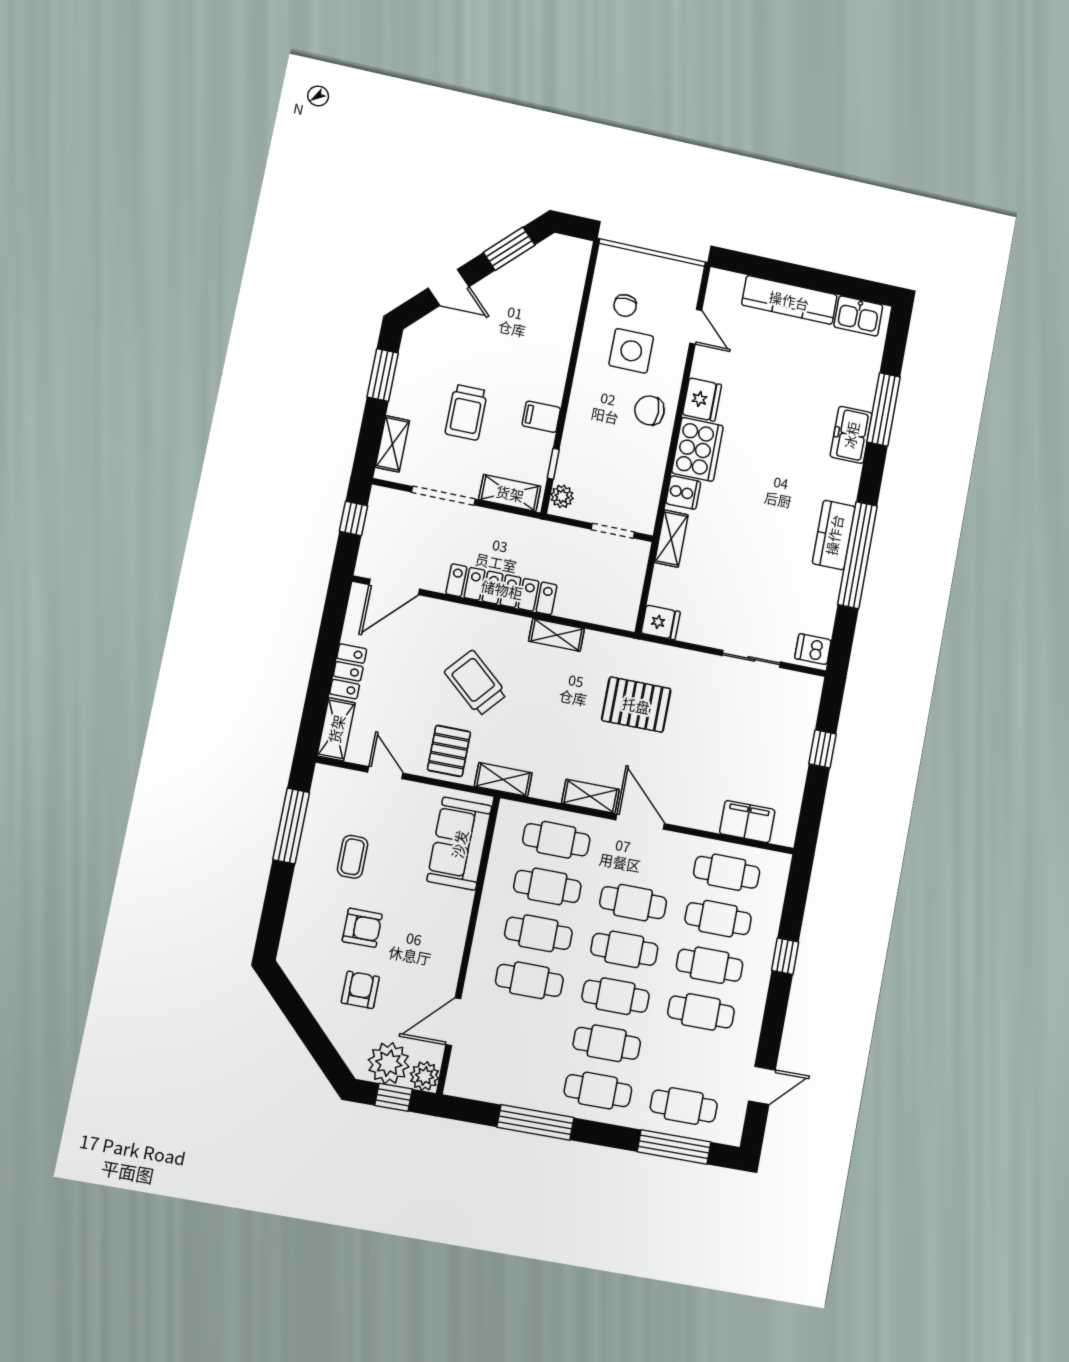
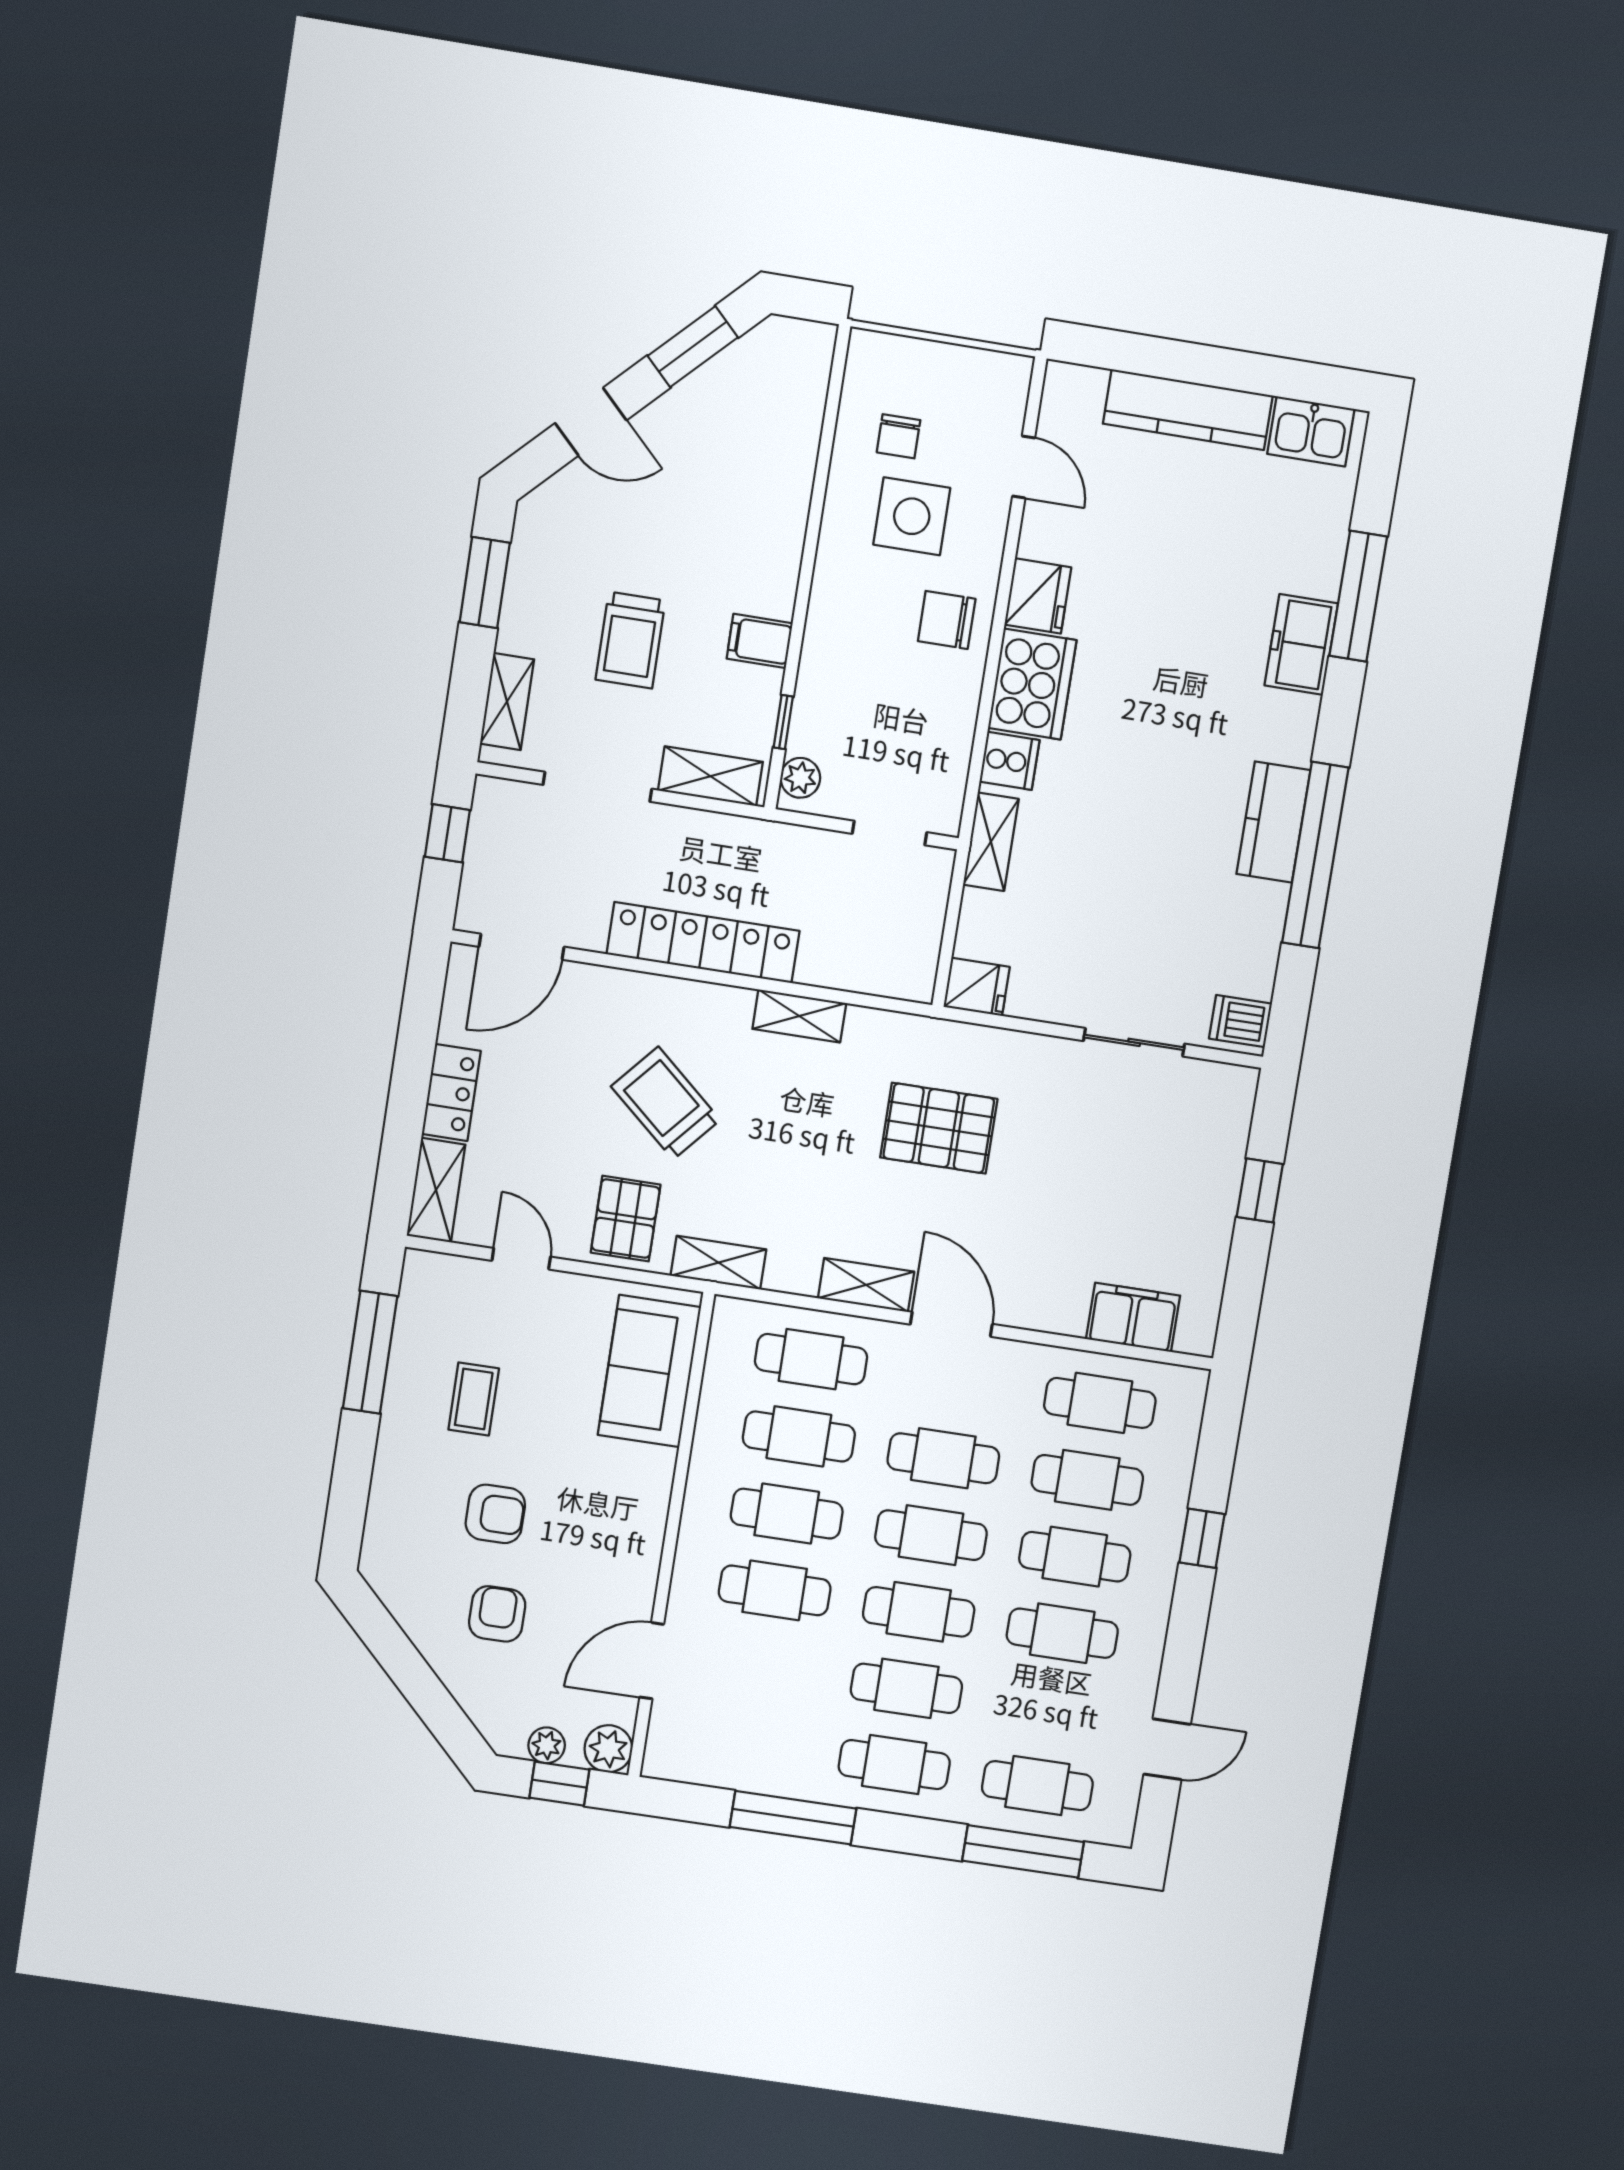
plant: (389, 1063) -> (547, 1745), width x0.53, depth x0.53

